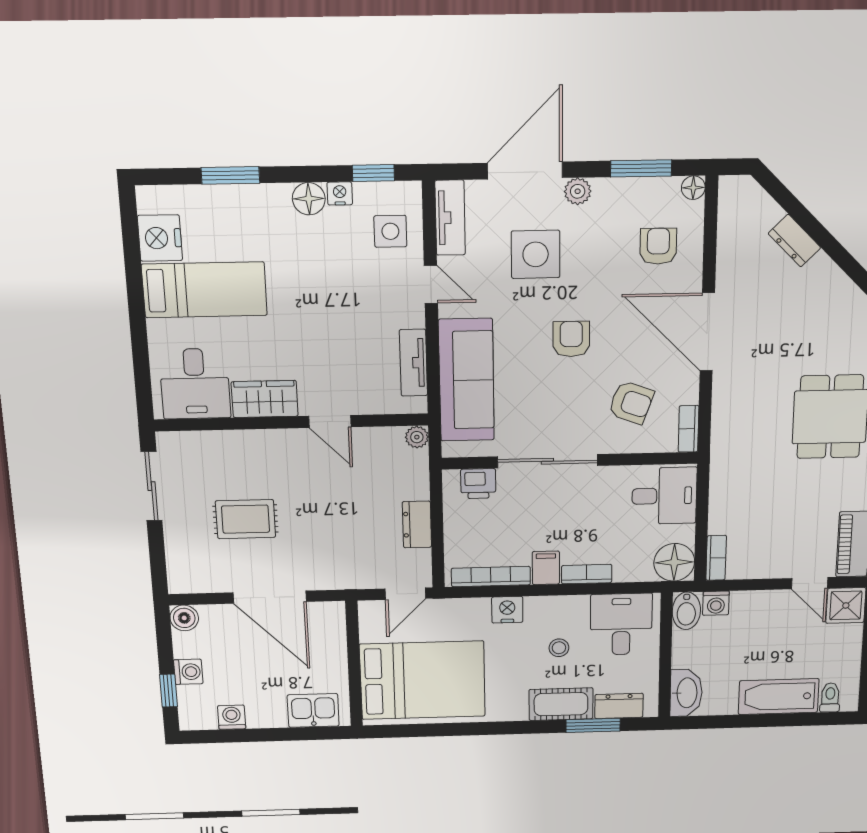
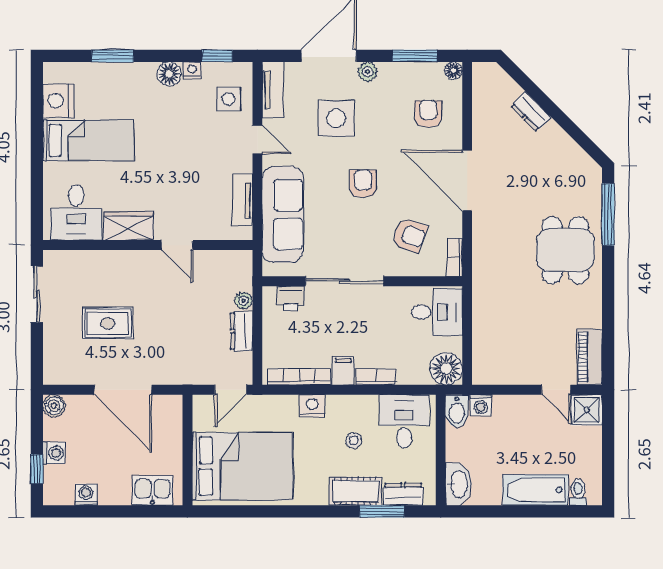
plant: (417, 437) -> (244, 301), moved
bookcase: (716, 558) -> (480, 366), removed

